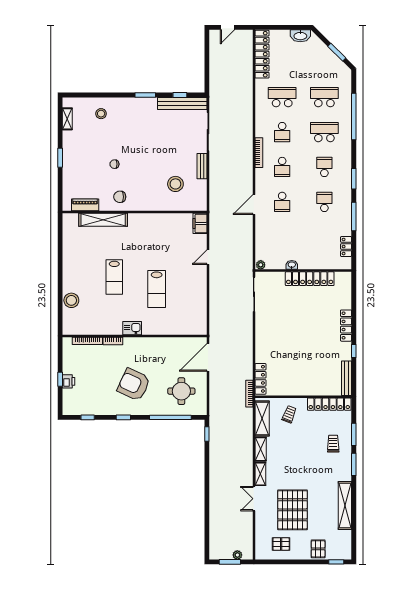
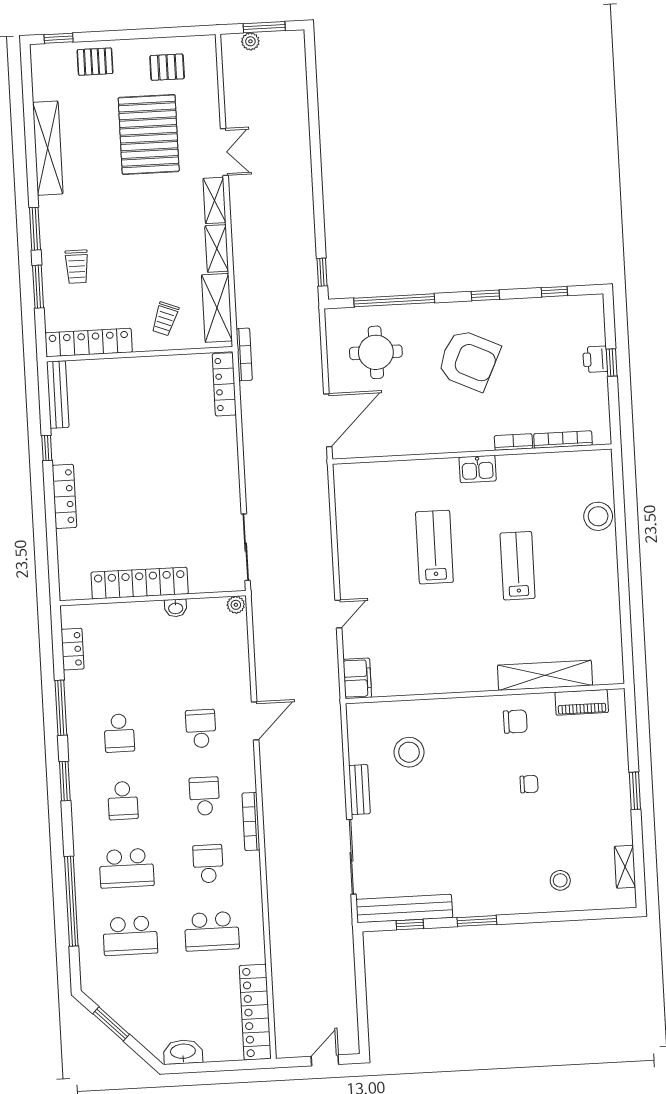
pallet: (318, 549) -> (95, 62), turned 90

